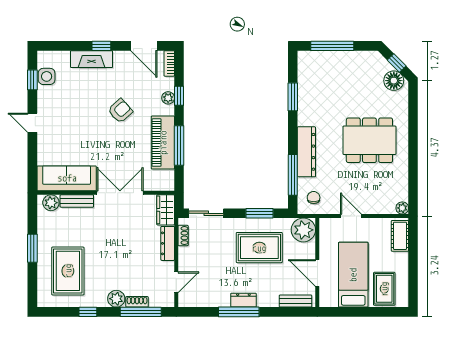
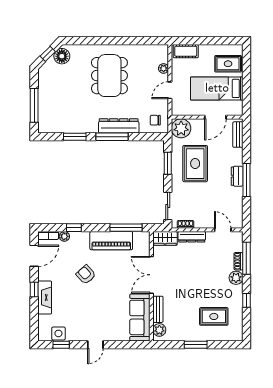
plant: (168, 98) -> (64, 236), moved
window: (179, 145) -> (126, 228), moved
window: (293, 175) -> (112, 137), moved
plant: (402, 208) -> (164, 68), moved
rug: (68, 271) -> (214, 316), width x0.73, depth x0.70

